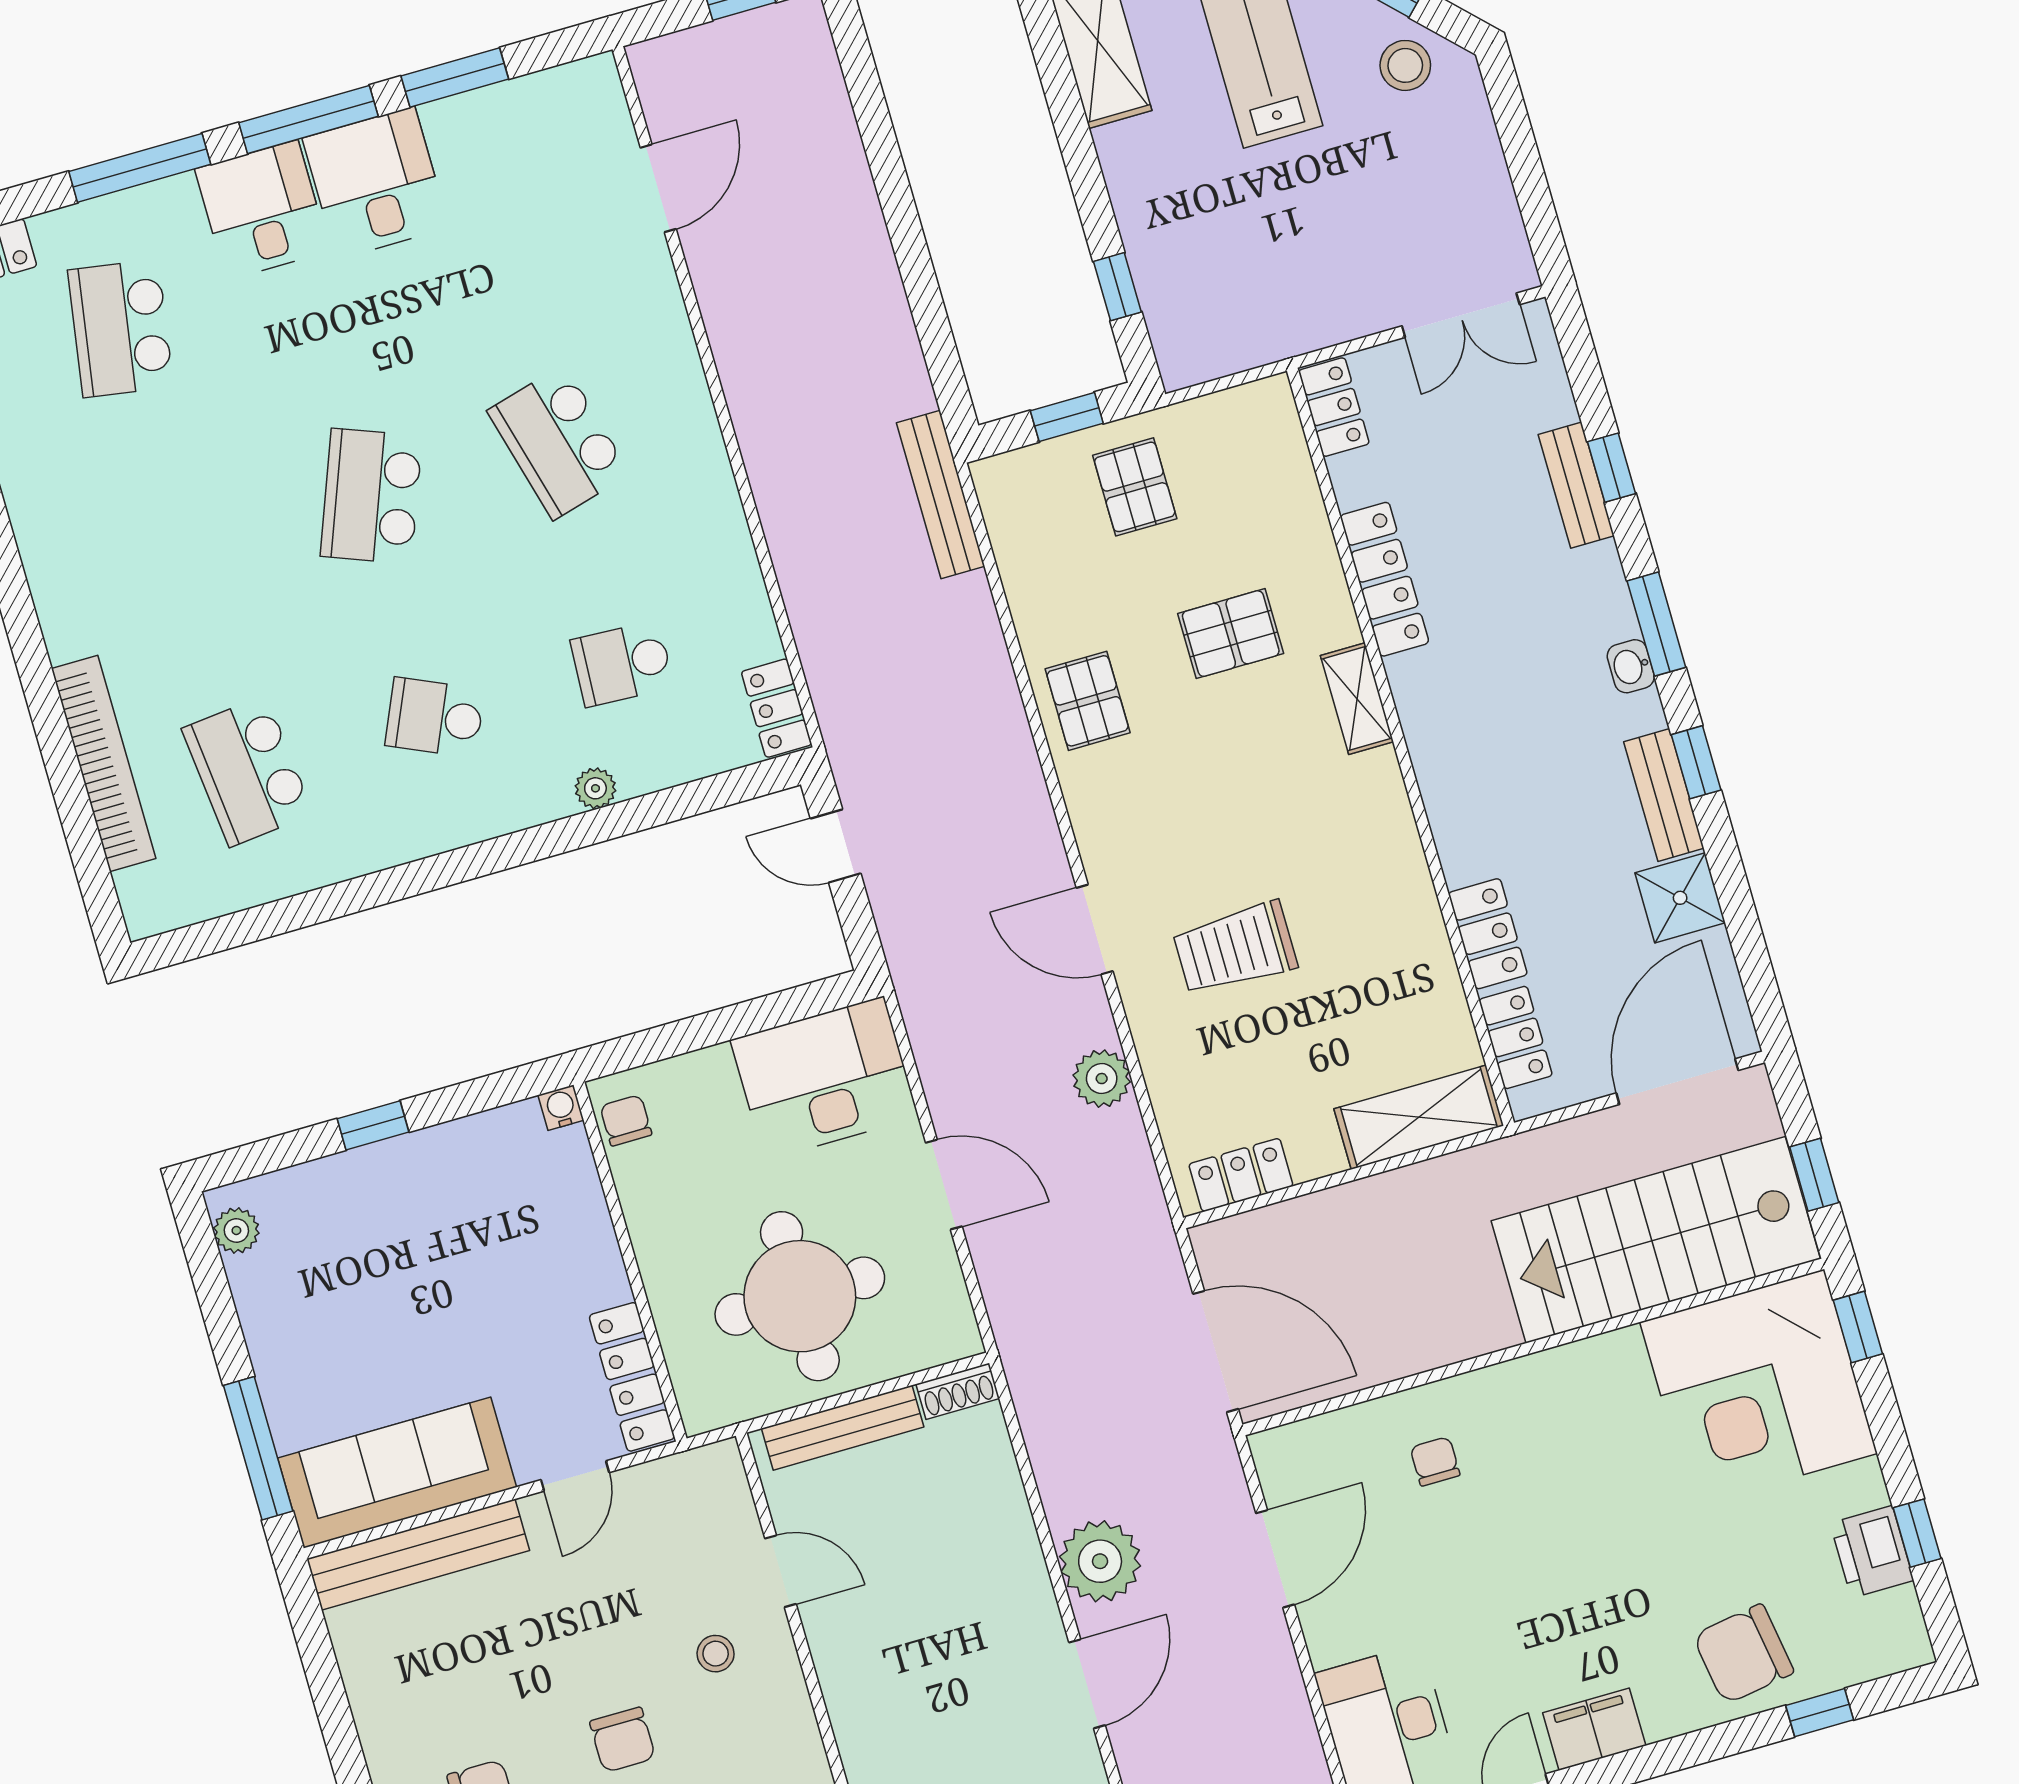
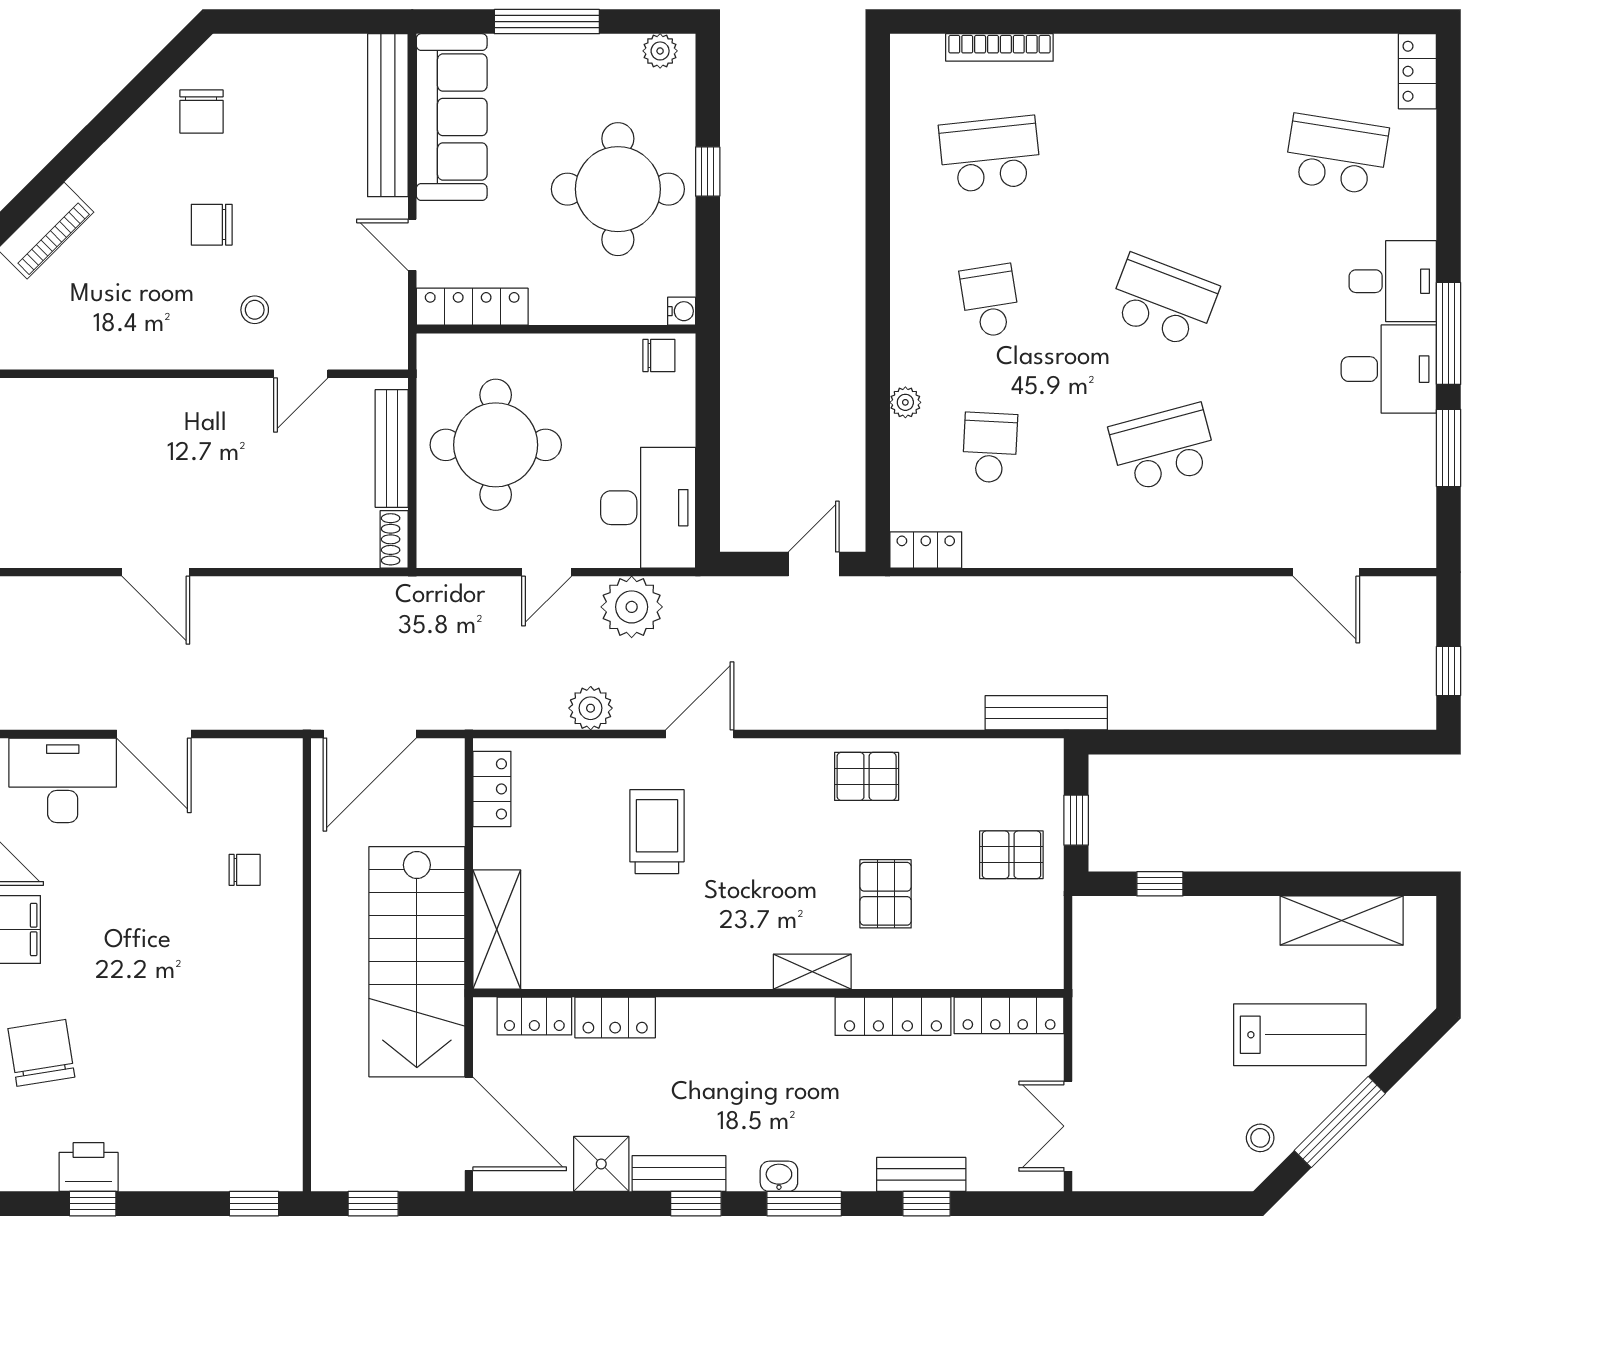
stool: (1405, 65) -> (1260, 1138), width x0.73, depth x0.73
window: (140, 168) -> (1449, 201), removed
locker: (1334, 407) -> (1009, 1015), width x1.53
school desk: (435, 717) -> (990, 301), turned -33
bookcase: (104, 764) -> (999, 47), width x0.68, depth x0.76
door: (944, 1184) -> (547, 572), width x0.73
round table: (428, 1234) -> (618, 189), added
stairs: (1656, 1240) -> (417, 962), moved, turned 180
corner desk: (1759, 1388) -> (231, 1119), removed
window: (258, 1448) -> (547, 22), moved
door: (1275, 1559) -> (154, 734), moved
plant: (1100, 1561) -> (632, 607), moved

